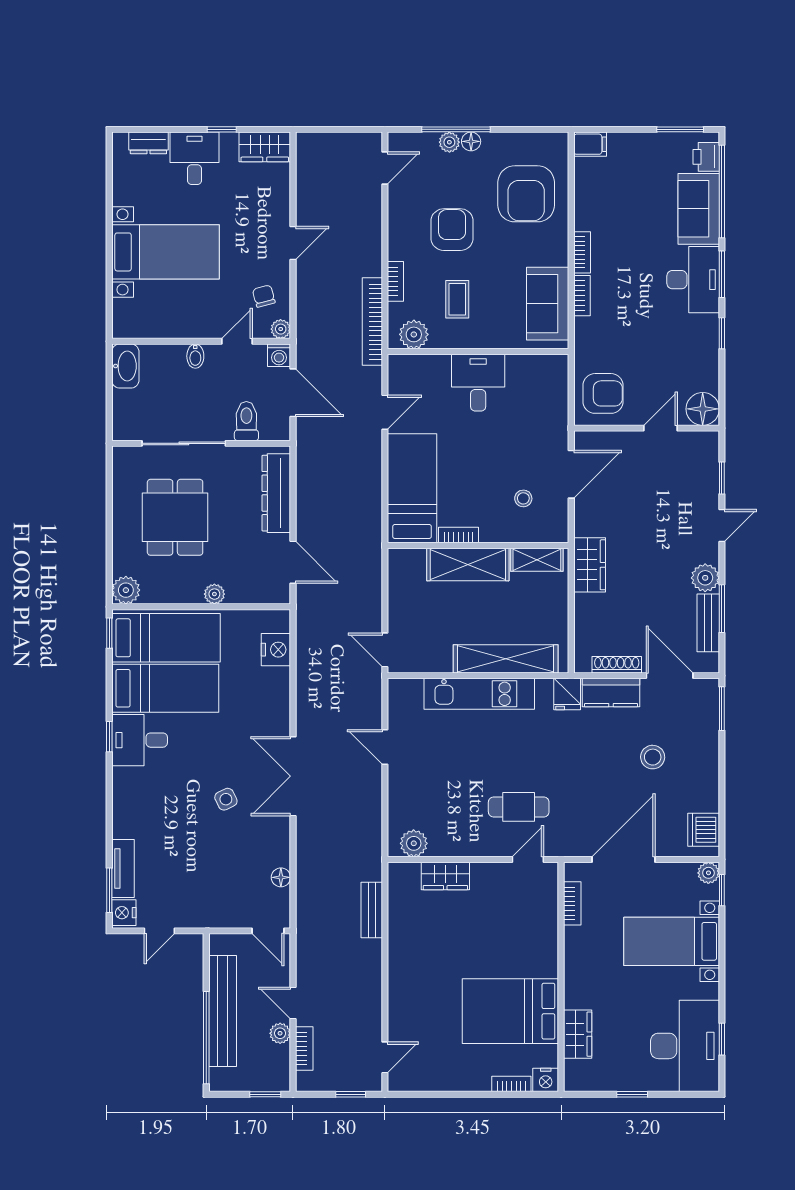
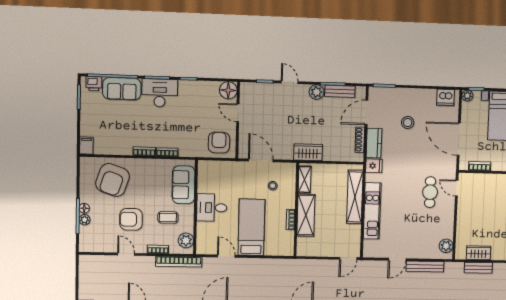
door: (385, 168) -> (126, 254), moved
armchair: (526, 194) -> (113, 180), turned 109
sofa: (548, 304) -> (184, 185), moved, turned 90
bed: (412, 488) -> (251, 227), moved, turned 90
bench: (372, 803) -> (425, 267), added
wardrobe: (445, 876) -> (479, 253), moved, turned -90

